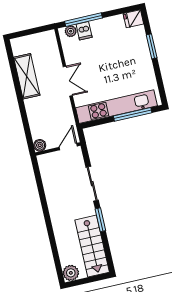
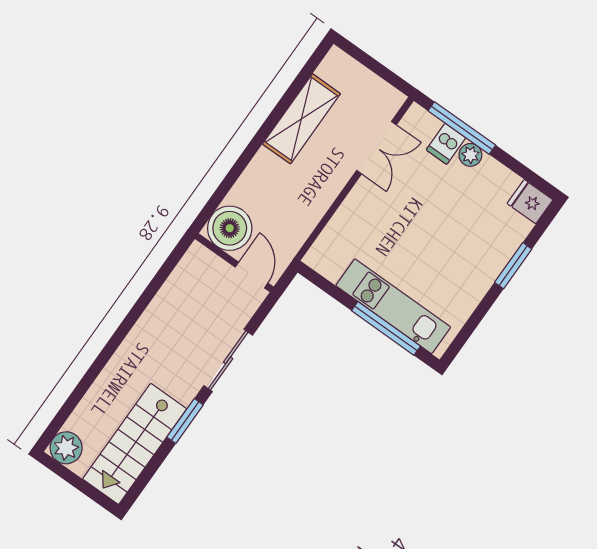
plant: (71, 31) -> (470, 155), moved
double door: (68, 81) -> (377, 148), moved
kitchen unit: (116, 107) -> (393, 306), width x0.73
boiler: (40, 145) -> (230, 228), width x1.86, depth x1.86
door: (68, 147) -> (252, 275), hinge flipped

